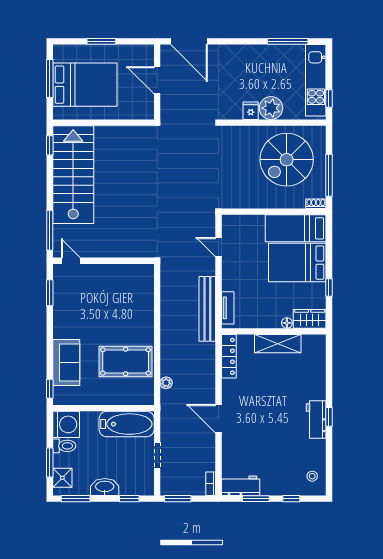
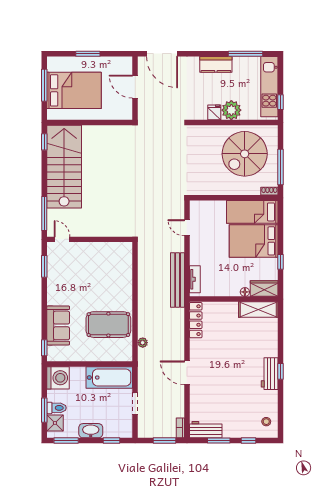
kitchen counter: (253, 54) -> (216, 64), added
shelving: (278, 344) -> (258, 310), moved
toilet: (64, 446) -> (56, 408), moved
window: (178, 499) -> (165, 441), moved

